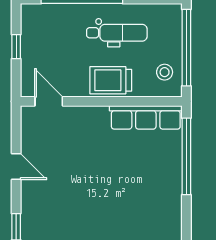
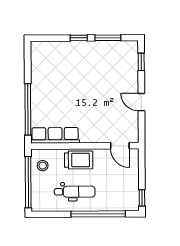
dental chair: (117, 33) -> (75, 192), turned 180
window: (16, 47) -> (142, 198), moved

